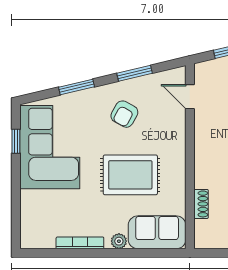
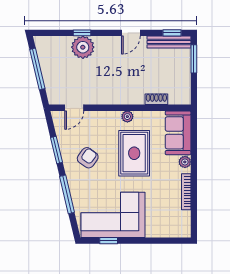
window: (76, 87) -> (67, 194), width x1.44
armchair: (124, 114) -> (88, 158), turned -84
plant: (178, 166) -> (127, 117), added

